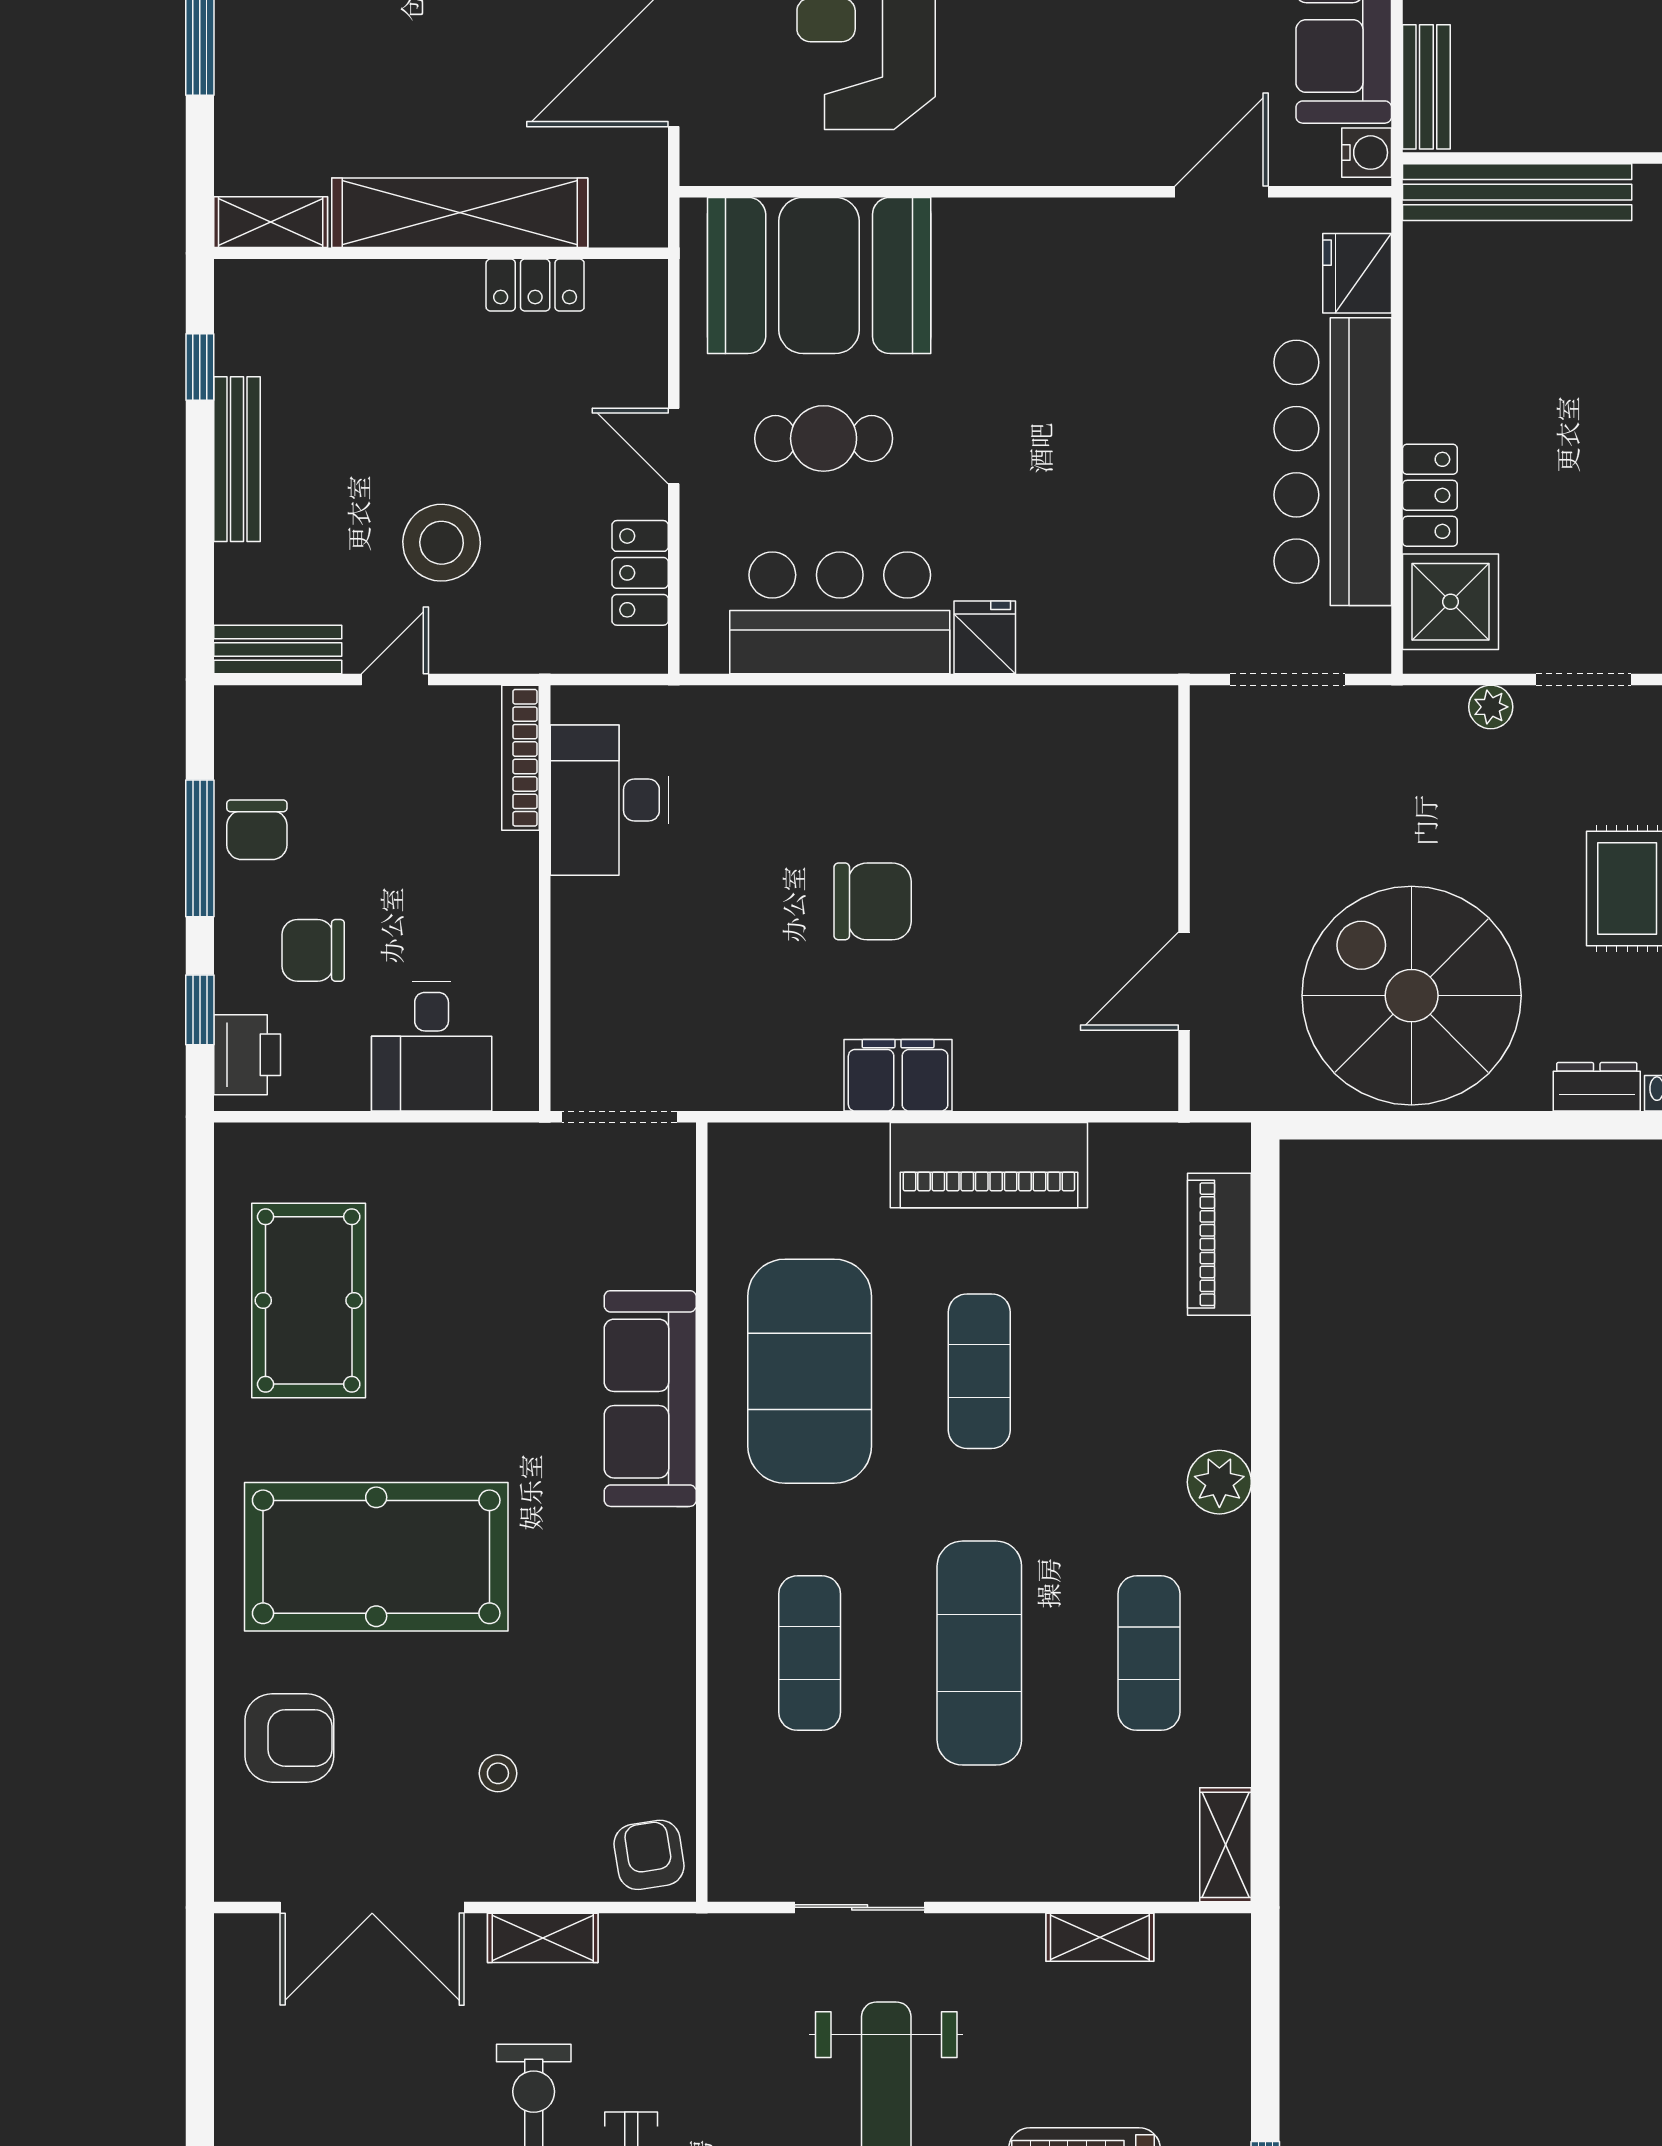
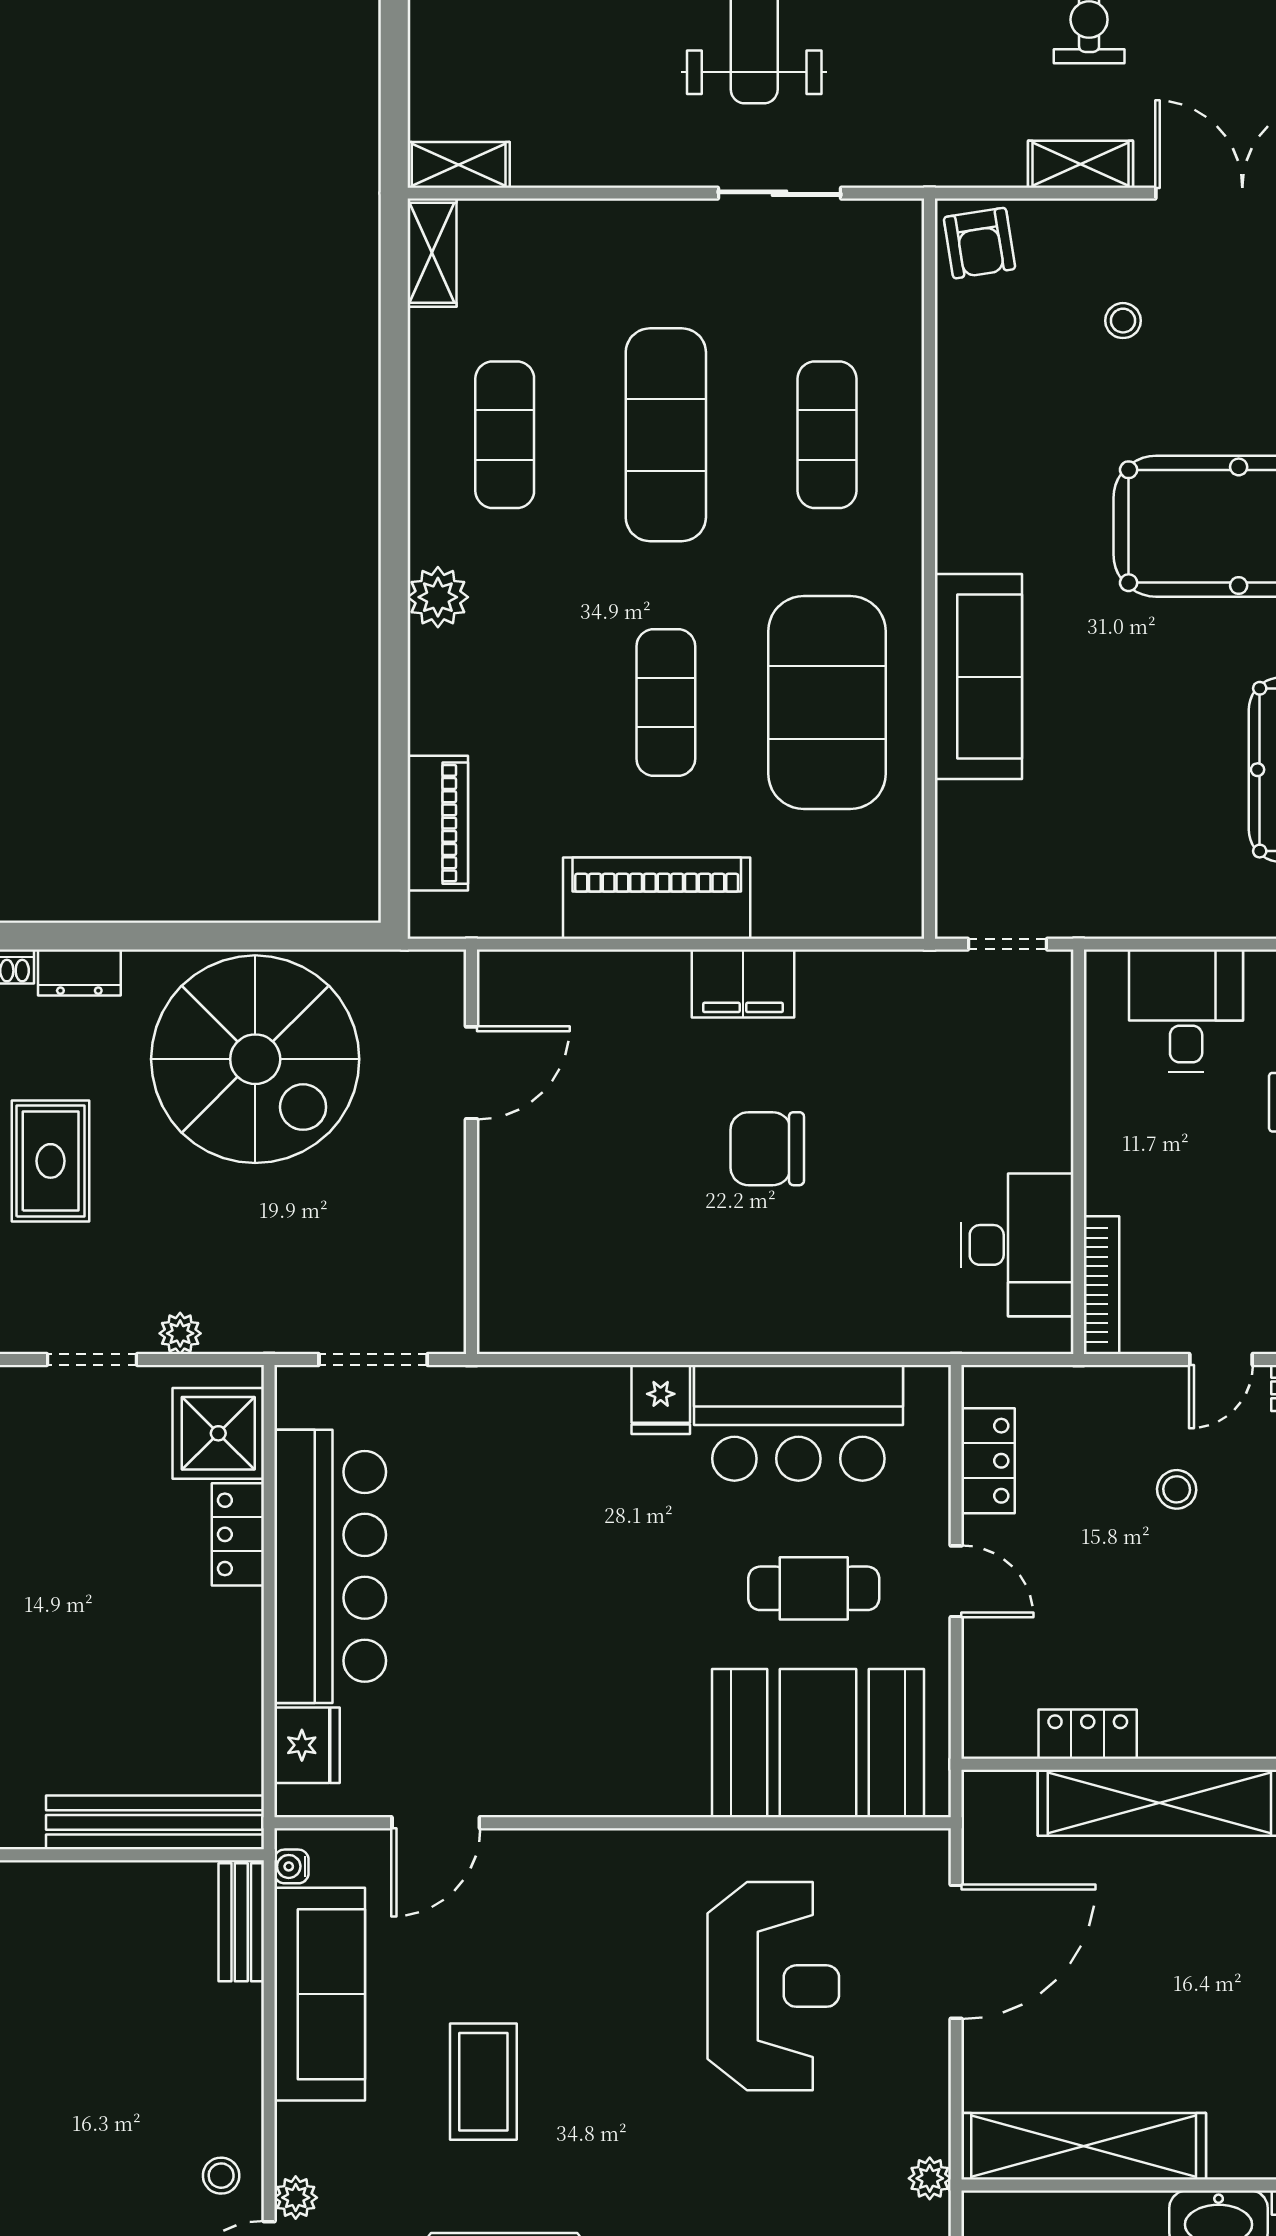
water cooler: (1367, 153) -> (291, 1866), width x0.72, depth x0.72
stool: (442, 543) -> (1177, 1489), width x0.53, depth x0.53
doorway: (620, 1117) -> (1008, 944), width x0.73
shelving: (1100, 1937) -> (459, 165), moved

